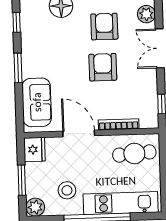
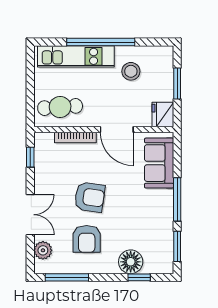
window: (17, 22) -> (177, 246), width x1.50
armchair: (103, 67) -> (90, 197), turned -82
window: (18, 68) -> (177, 199), width x1.44
plant: (35, 207) -> (164, 55), removed

